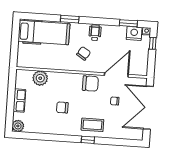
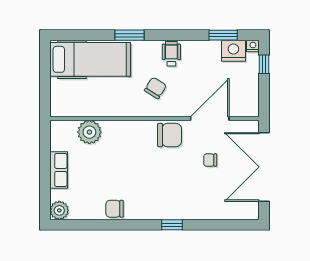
chair: (62, 108) -> (115, 209), moved
coffee table: (92, 125) -> (177, 200), removed

